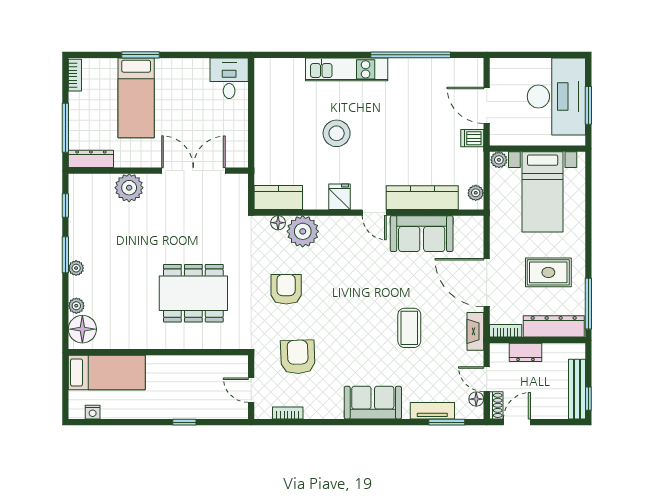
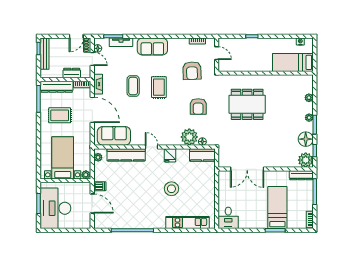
kitchen unit: (347, 69) -> (187, 223), moved
plant: (129, 188) -> (306, 160), moved
sofa: (422, 234) -> (114, 136), moved
rug: (360, 326) -> (159, 87), added
floor lamp: (82, 329) -> (306, 139), moved

